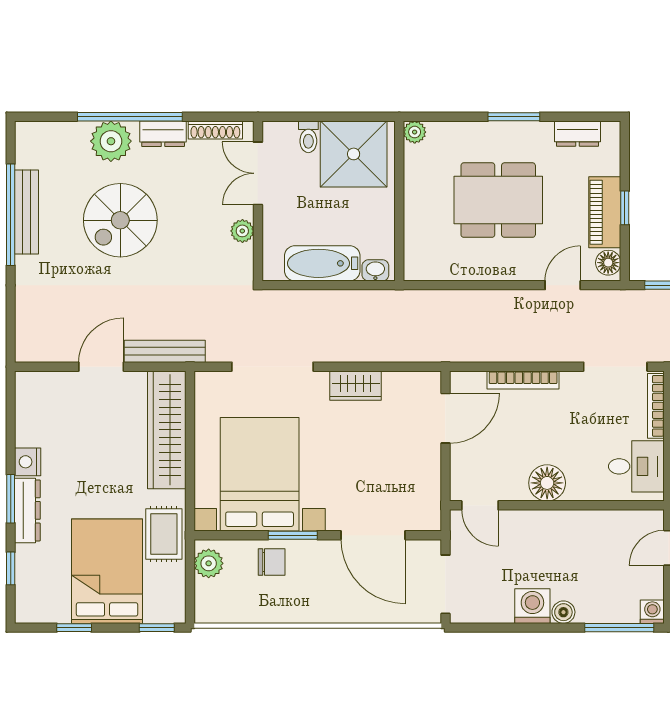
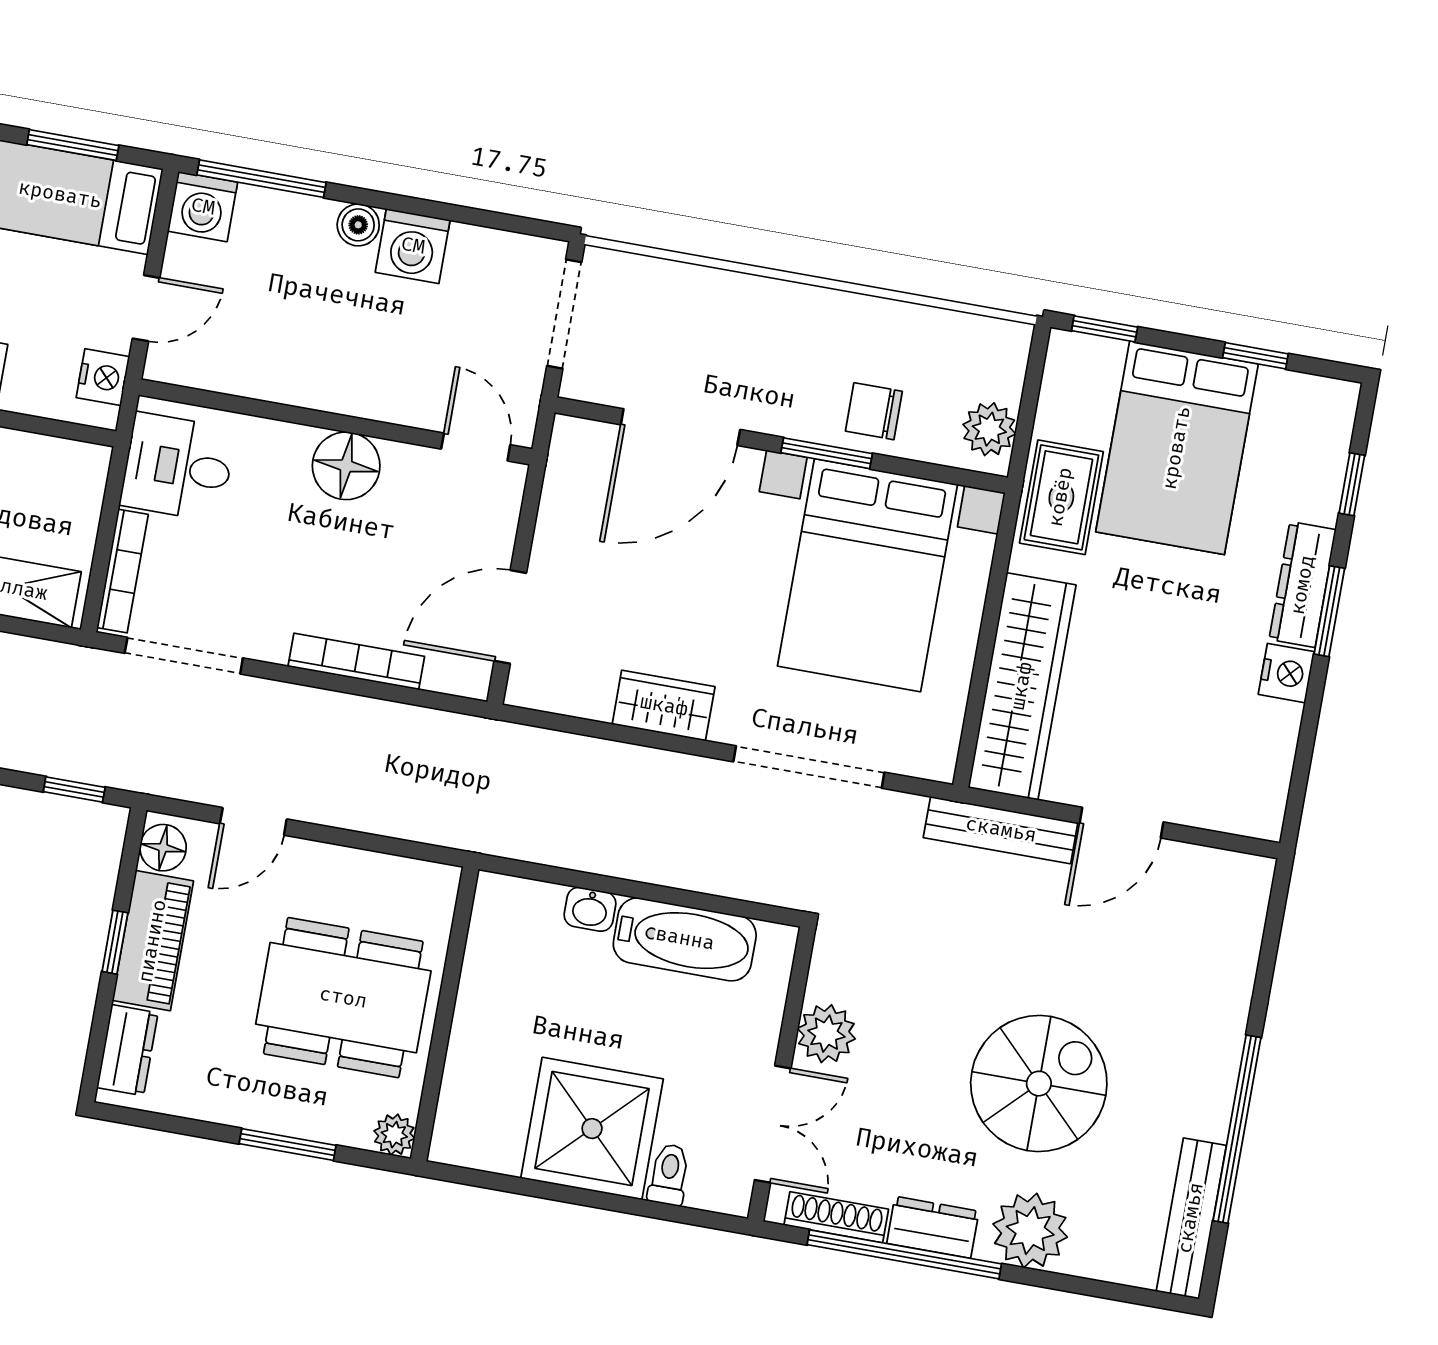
window: (130, 117) -> (904, 1254), moved
plant: (415, 132) -> (394, 1135), moved
dresser: (577, 134) -> (127, 1050), moved, turned 90
wall: (399, 201) -> (445, 1014), moved
bench: (27, 212) -> (1191, 1218), moved
plant: (242, 231) -> (826, 1034), width x1.38, depth x1.38
door: (373, 535) -> (680, 427), swing flipped
washing machine: (652, 612) -> (203, 207), width x1.38, depth x1.38

